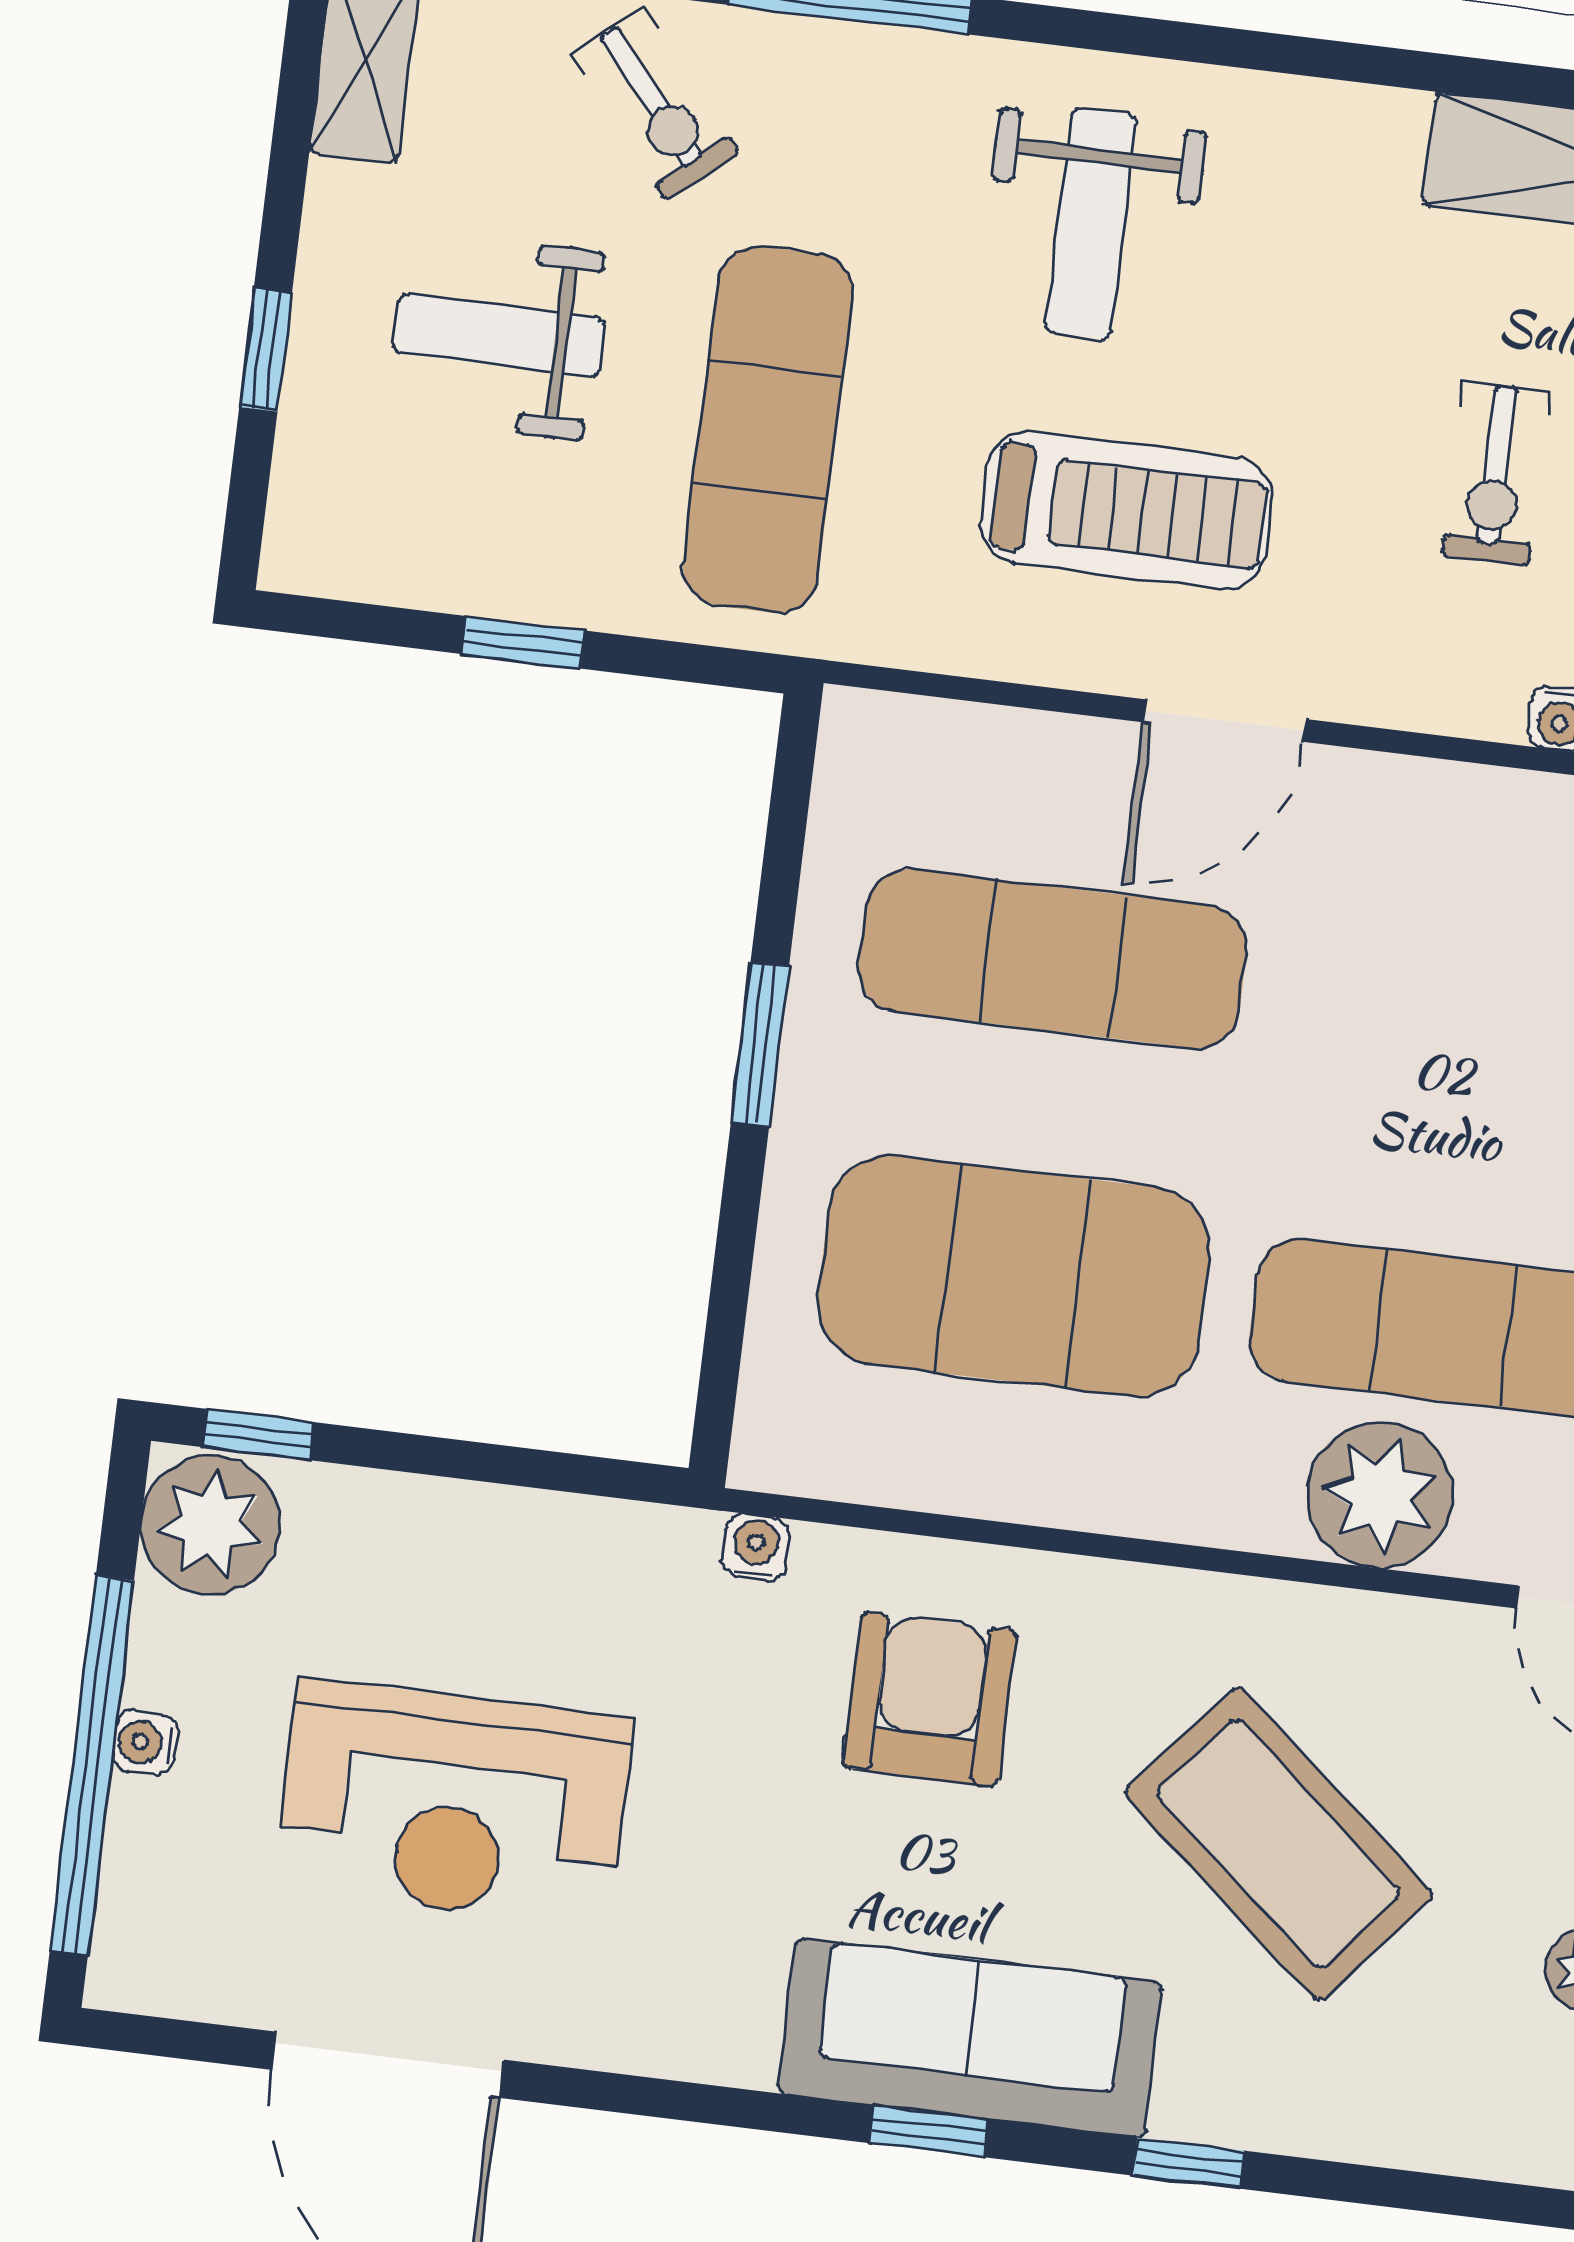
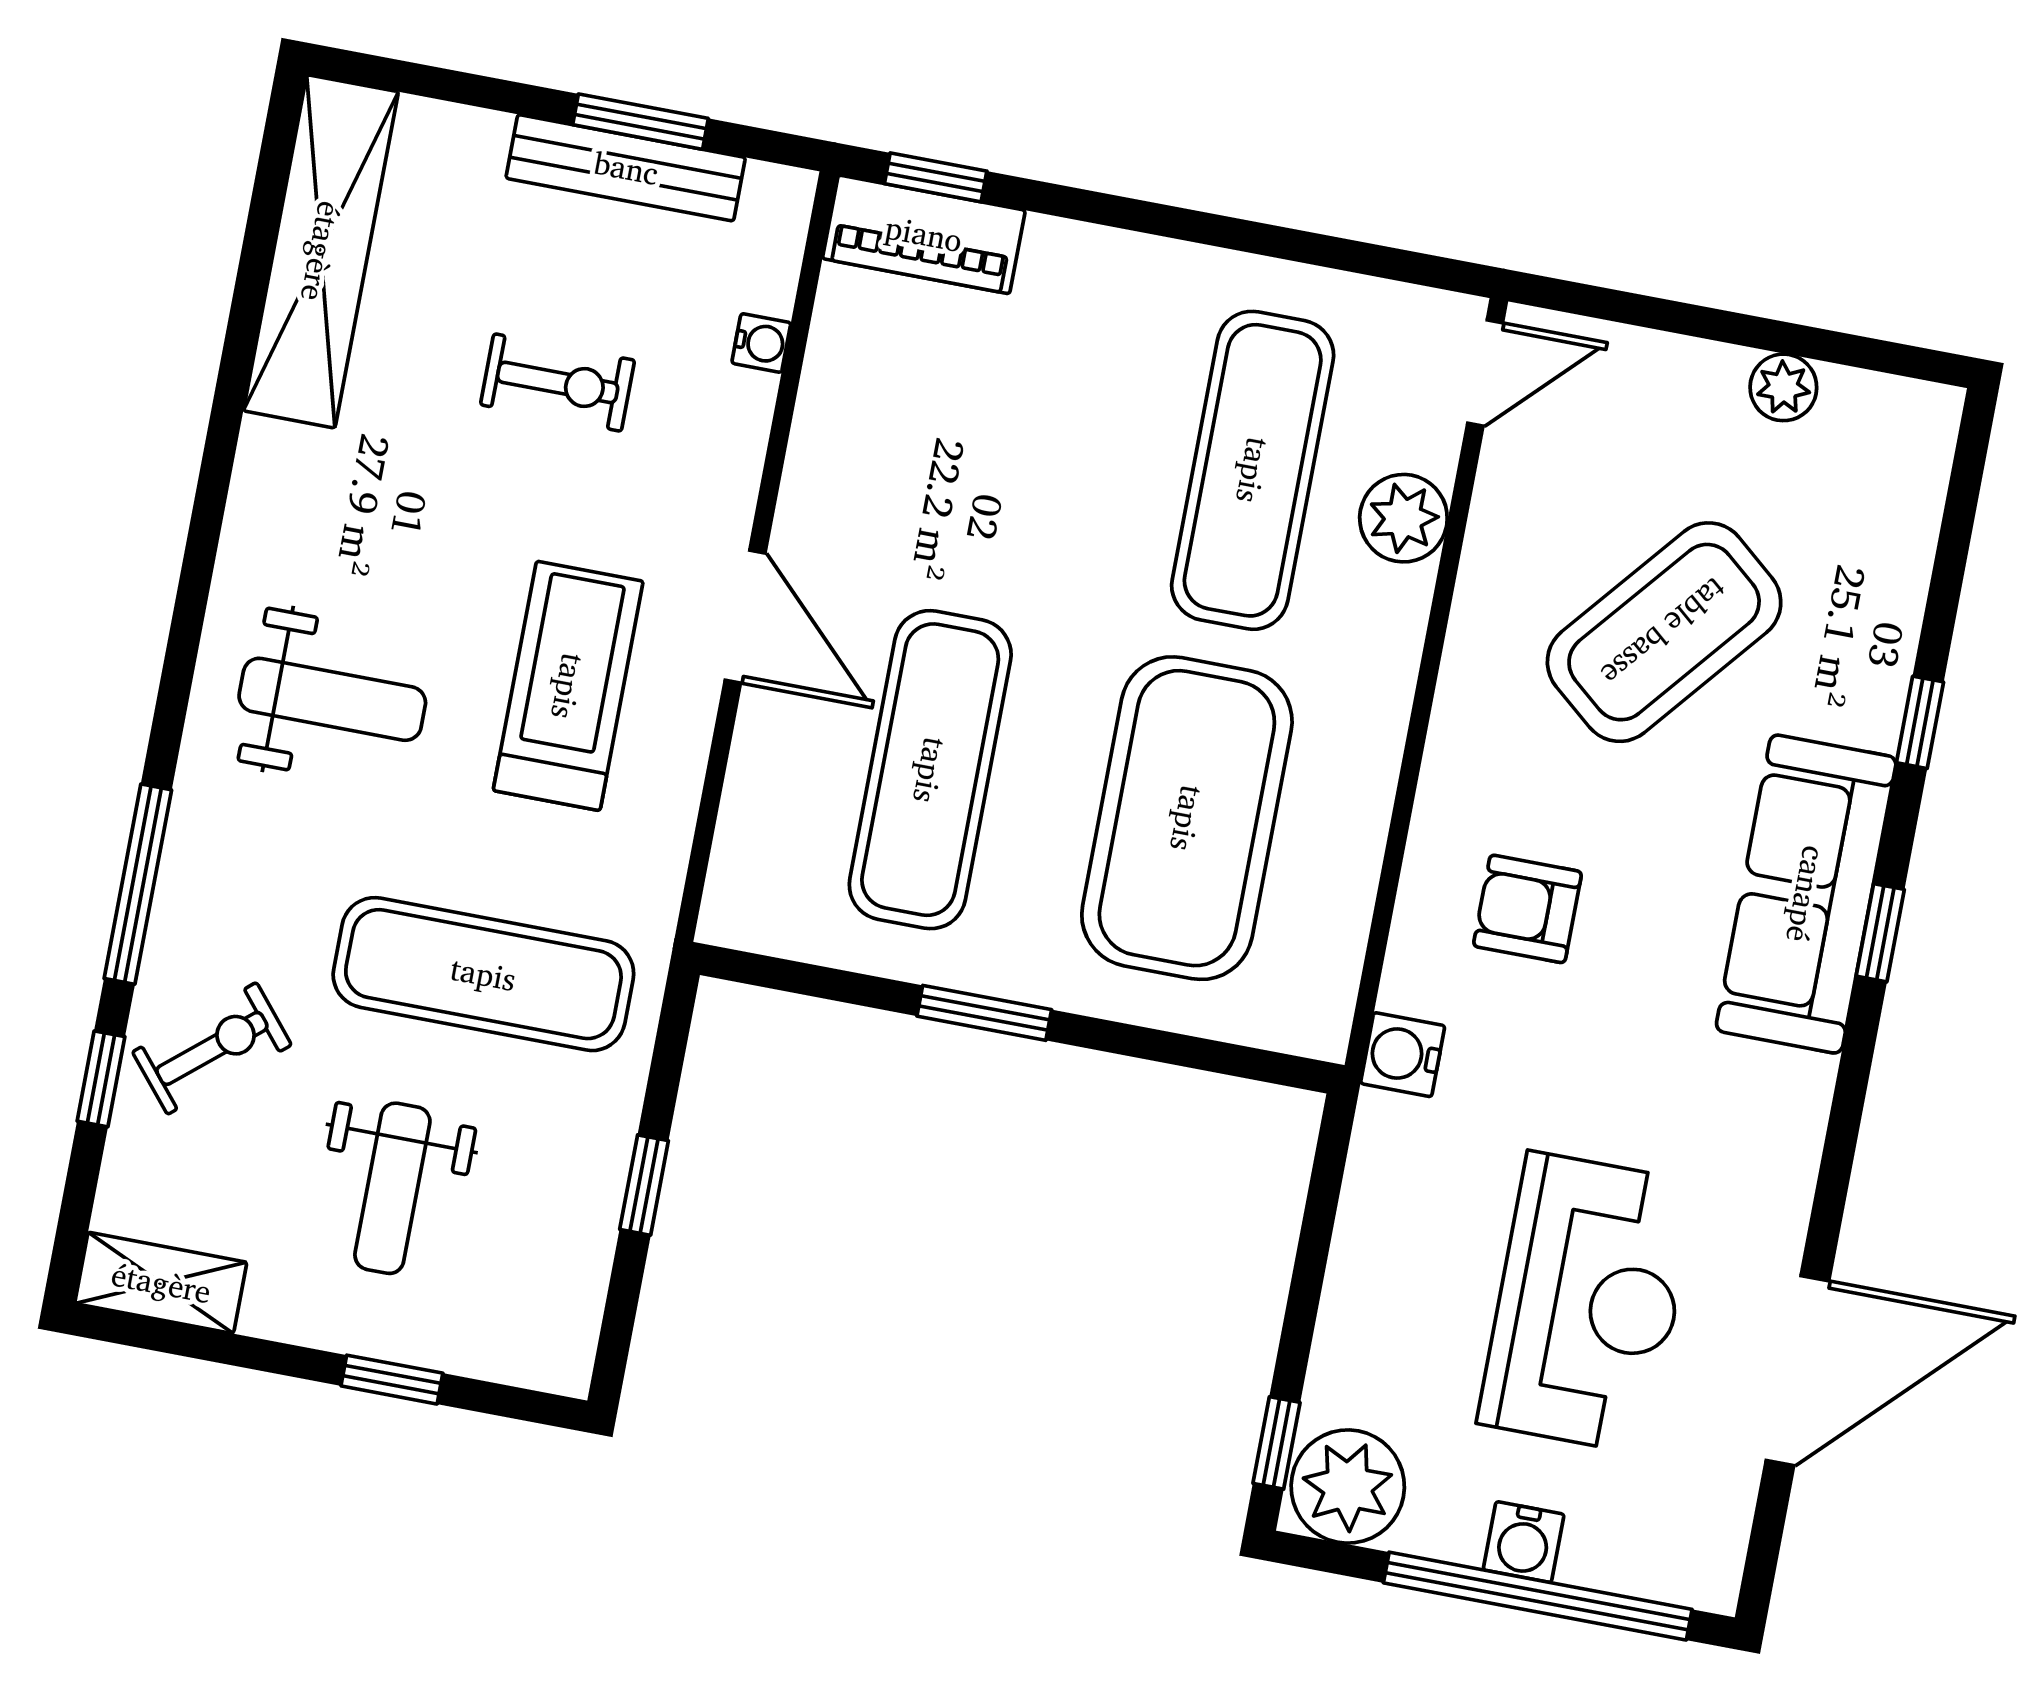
plant: (1380, 1495) -> (1403, 518), width x0.73, depth x0.73
water cooler: (756, 1547) -> (1403, 1055), width x1.38, depth x1.38
armchair: (930, 1699) -> (1527, 909), width x0.72, depth x0.72
water cooler: (145, 1743) -> (1524, 1542), width x1.38, depth x1.38

